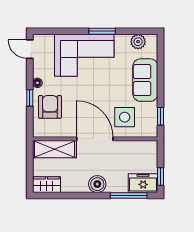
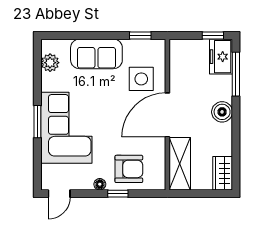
window: (102, 31) -> (37, 122), moved
armchair: (50, 107) -> (129, 169), turned 180

